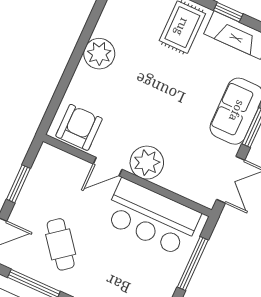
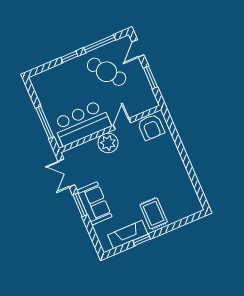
plant: (99, 54) -> (175, 166), removed
cafe table: (61, 244) -> (107, 72), width x1.37, depth x1.35

